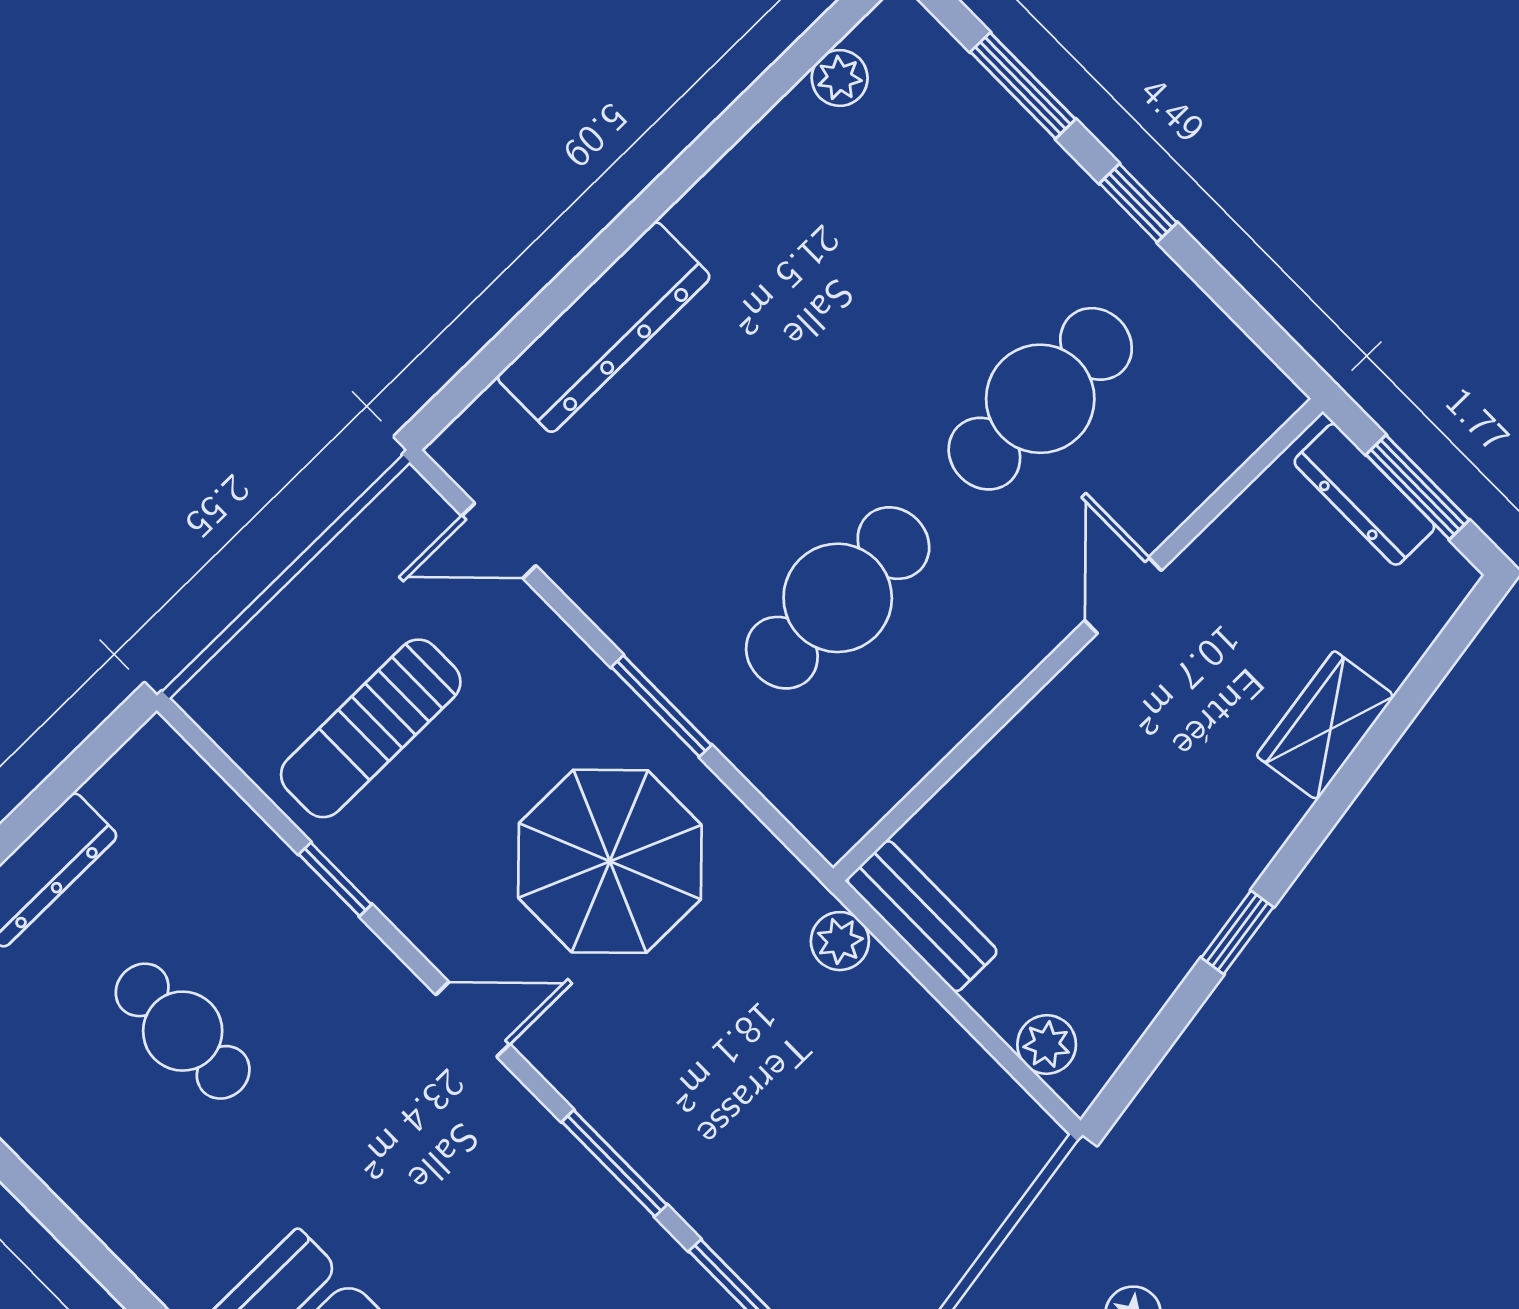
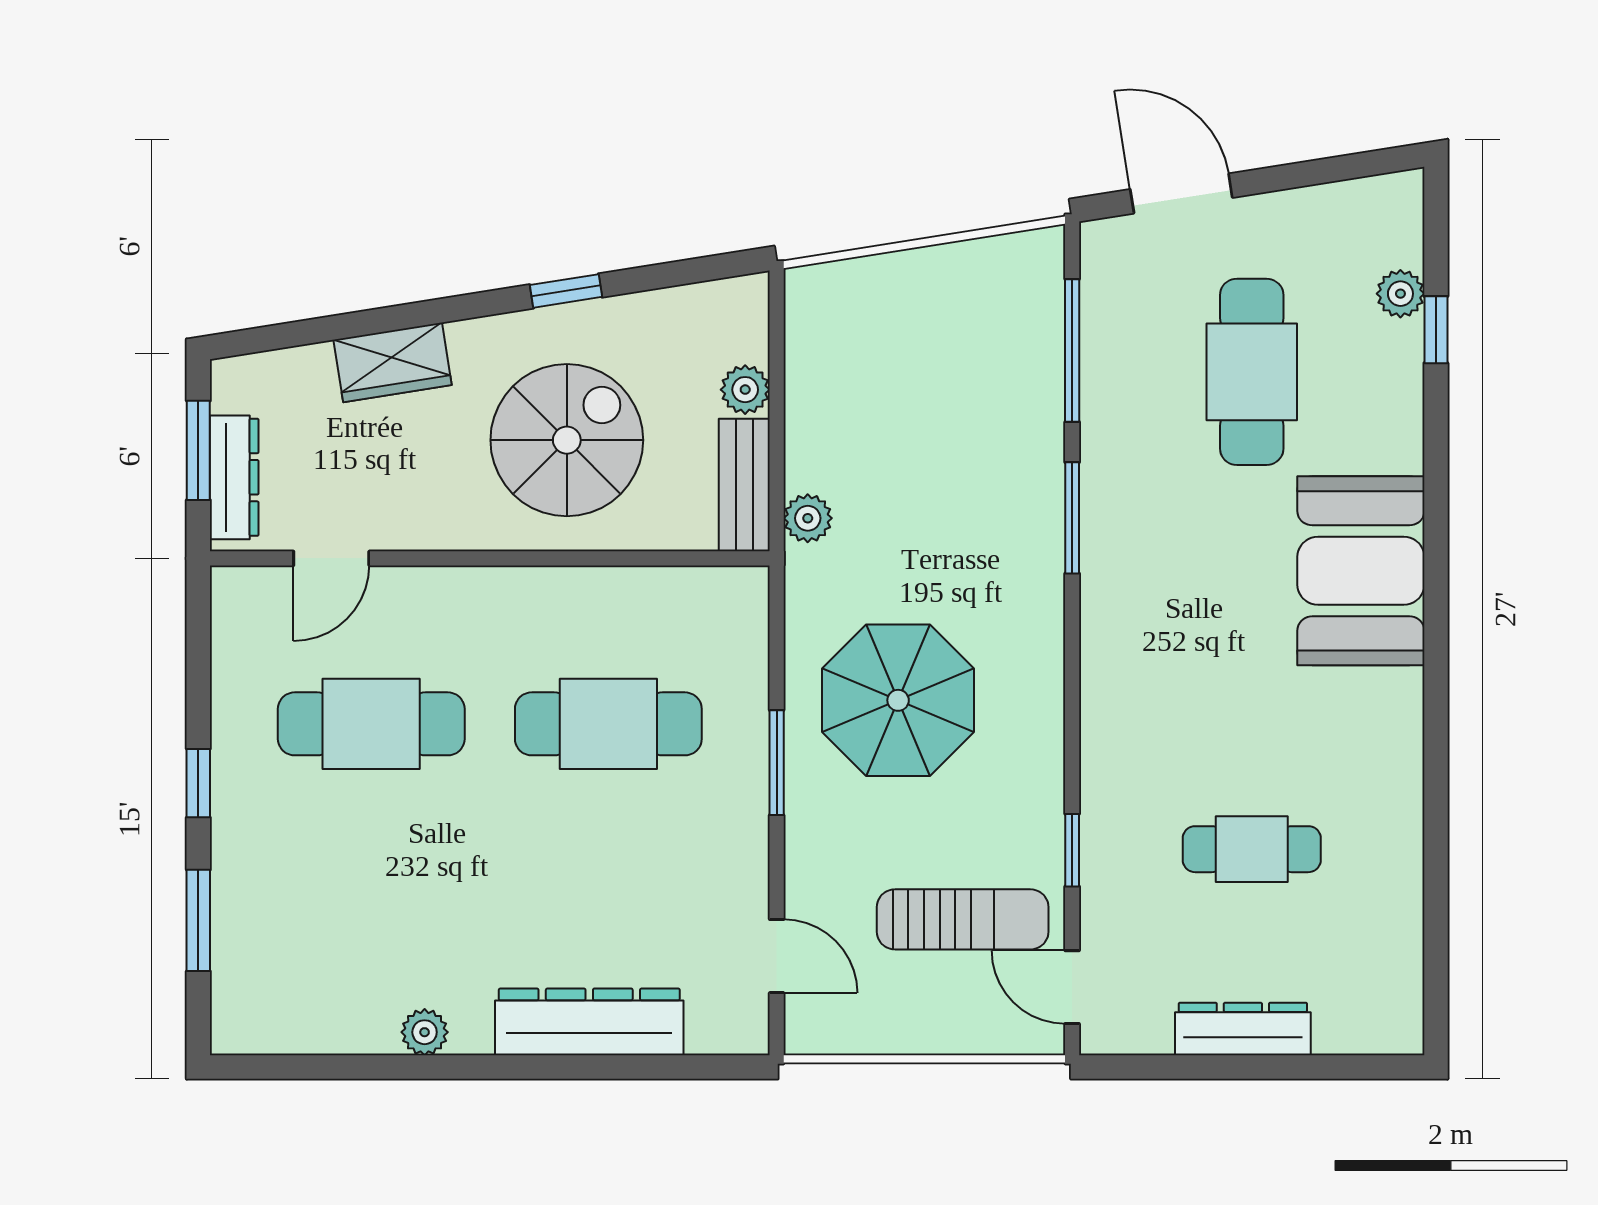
plant: (840, 78) -> (425, 1032), moved
door: (1123, 595) -> (331, 558), moved
spiral stairs: (1111, 805) -> (567, 440), added
door: (473, 1019) -> (1072, 987), moved
cafe table: (183, 1031) -> (1252, 849), turned 90
plant: (1047, 1045) -> (745, 390), moved

